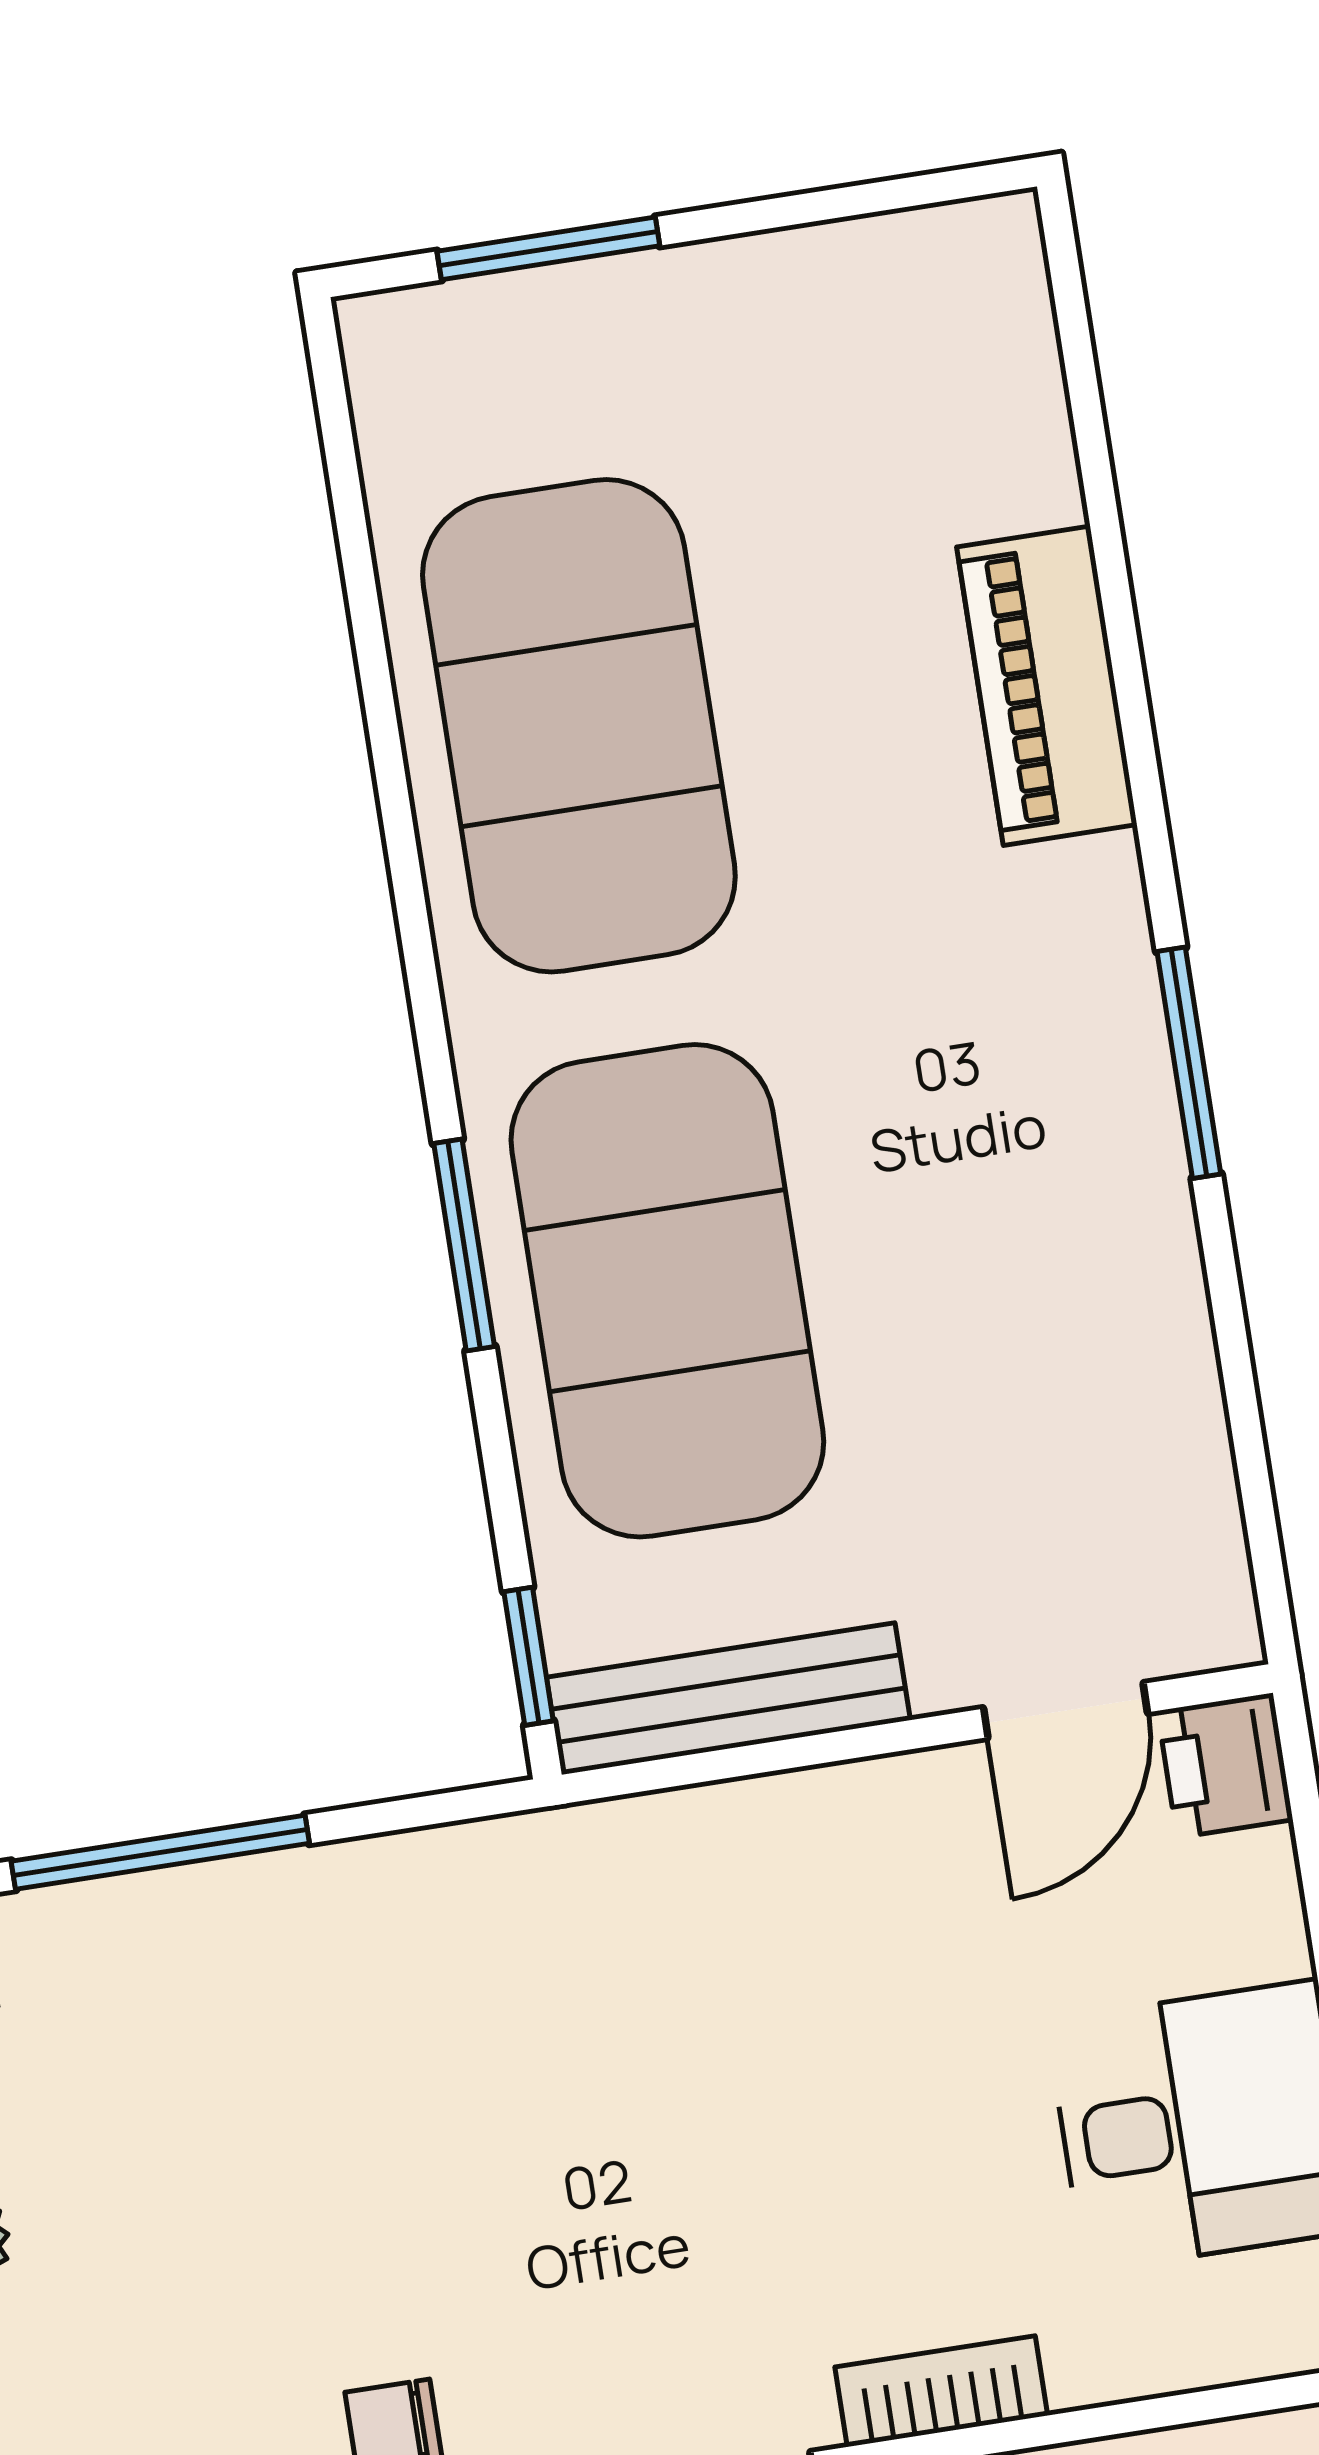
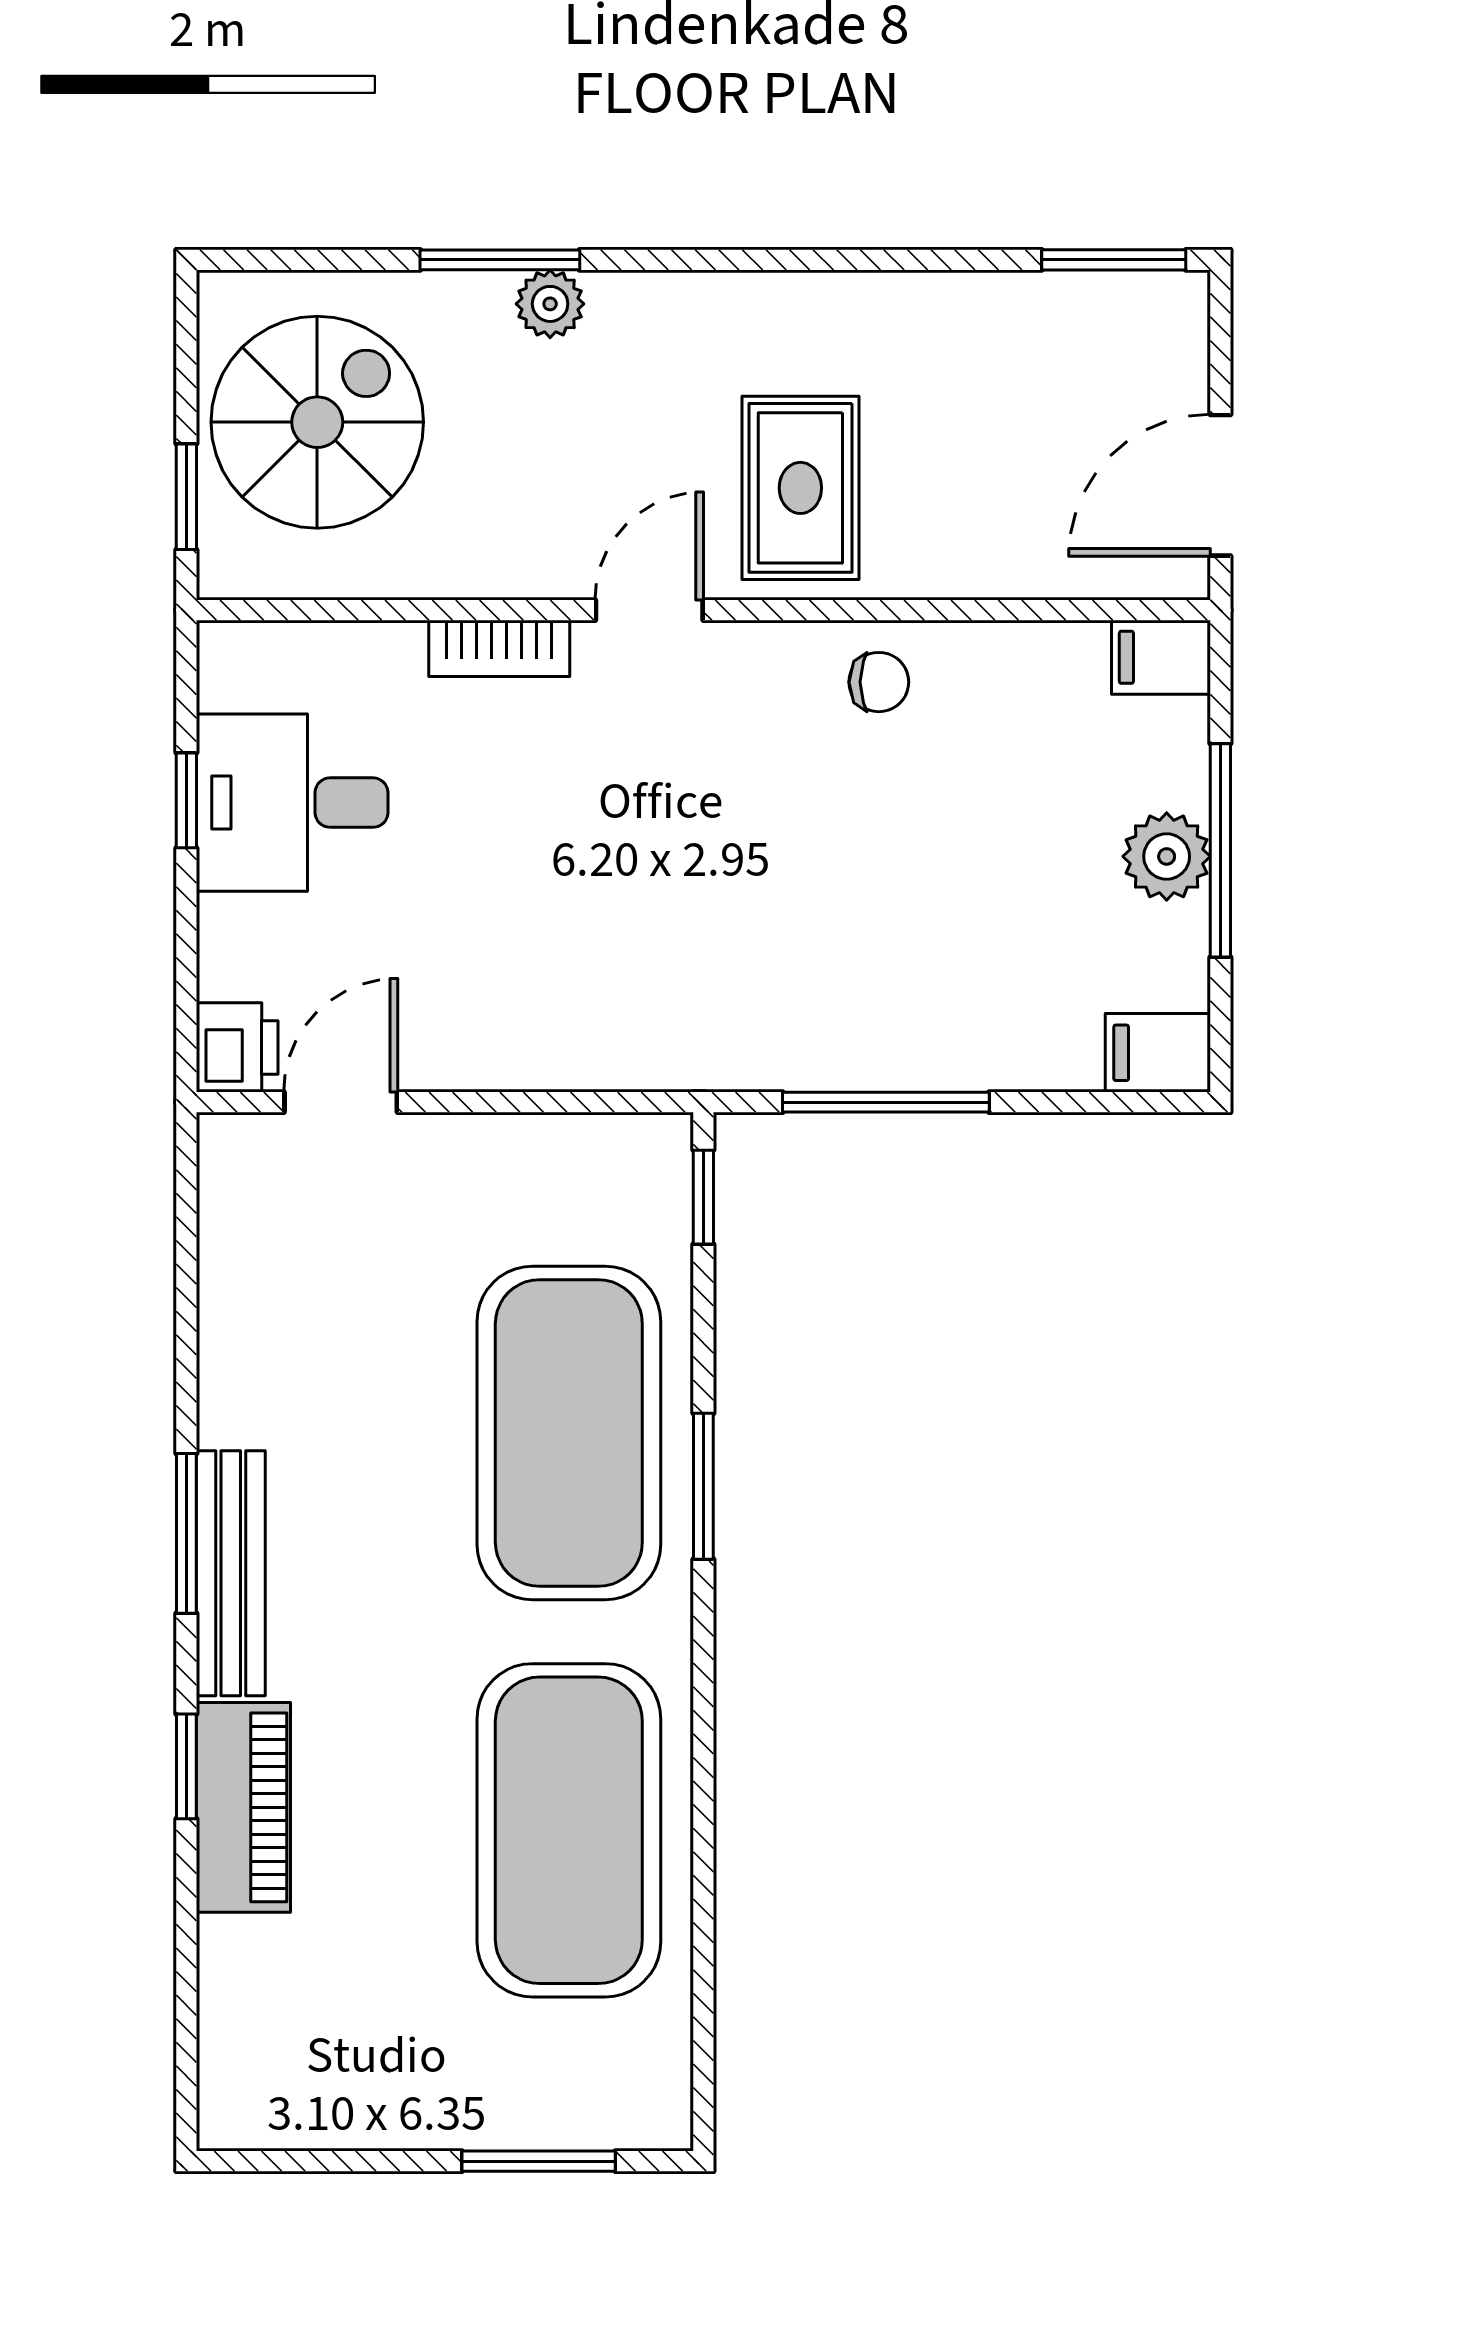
window: (1137, 732) -> (186, 1766), added
bench: (728, 1699) -> (231, 1573), moved, turned 90
window: (160, 1852) -> (886, 1102), moved

